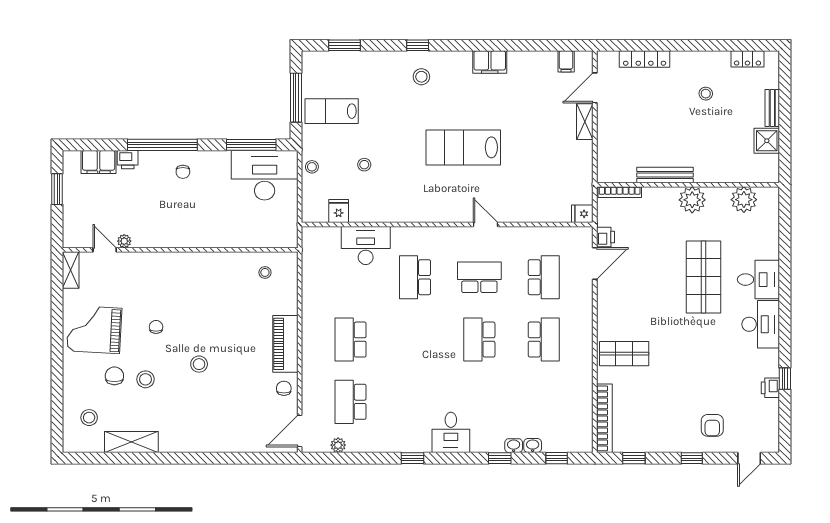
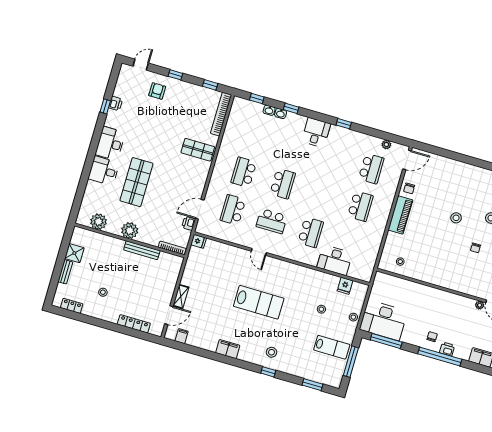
printer: (128, 160) -> (447, 349), moved

